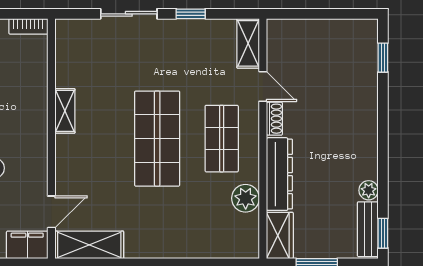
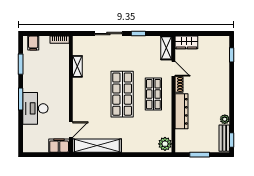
shelving: (65, 111) -> (77, 66), moved
plant: (246, 198) -> (165, 144), moved
wardrobe: (280, 235) -> (186, 42), moved, turned 90
shelving: (89, 245) -> (97, 146), width x1.47

